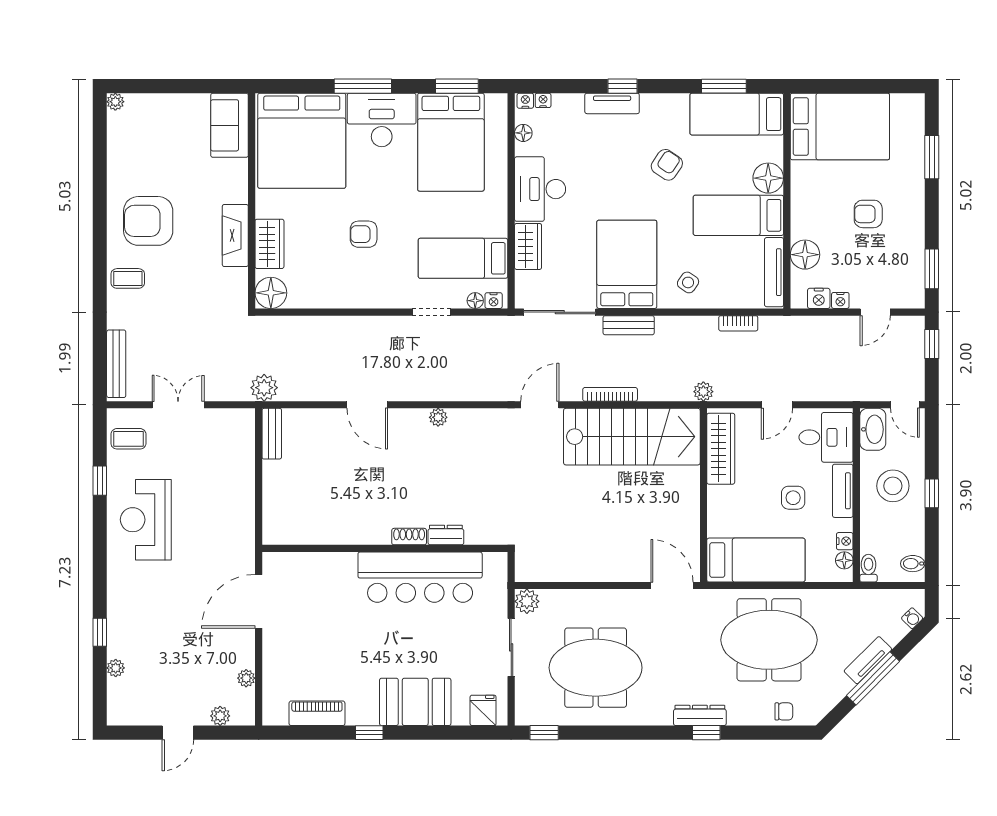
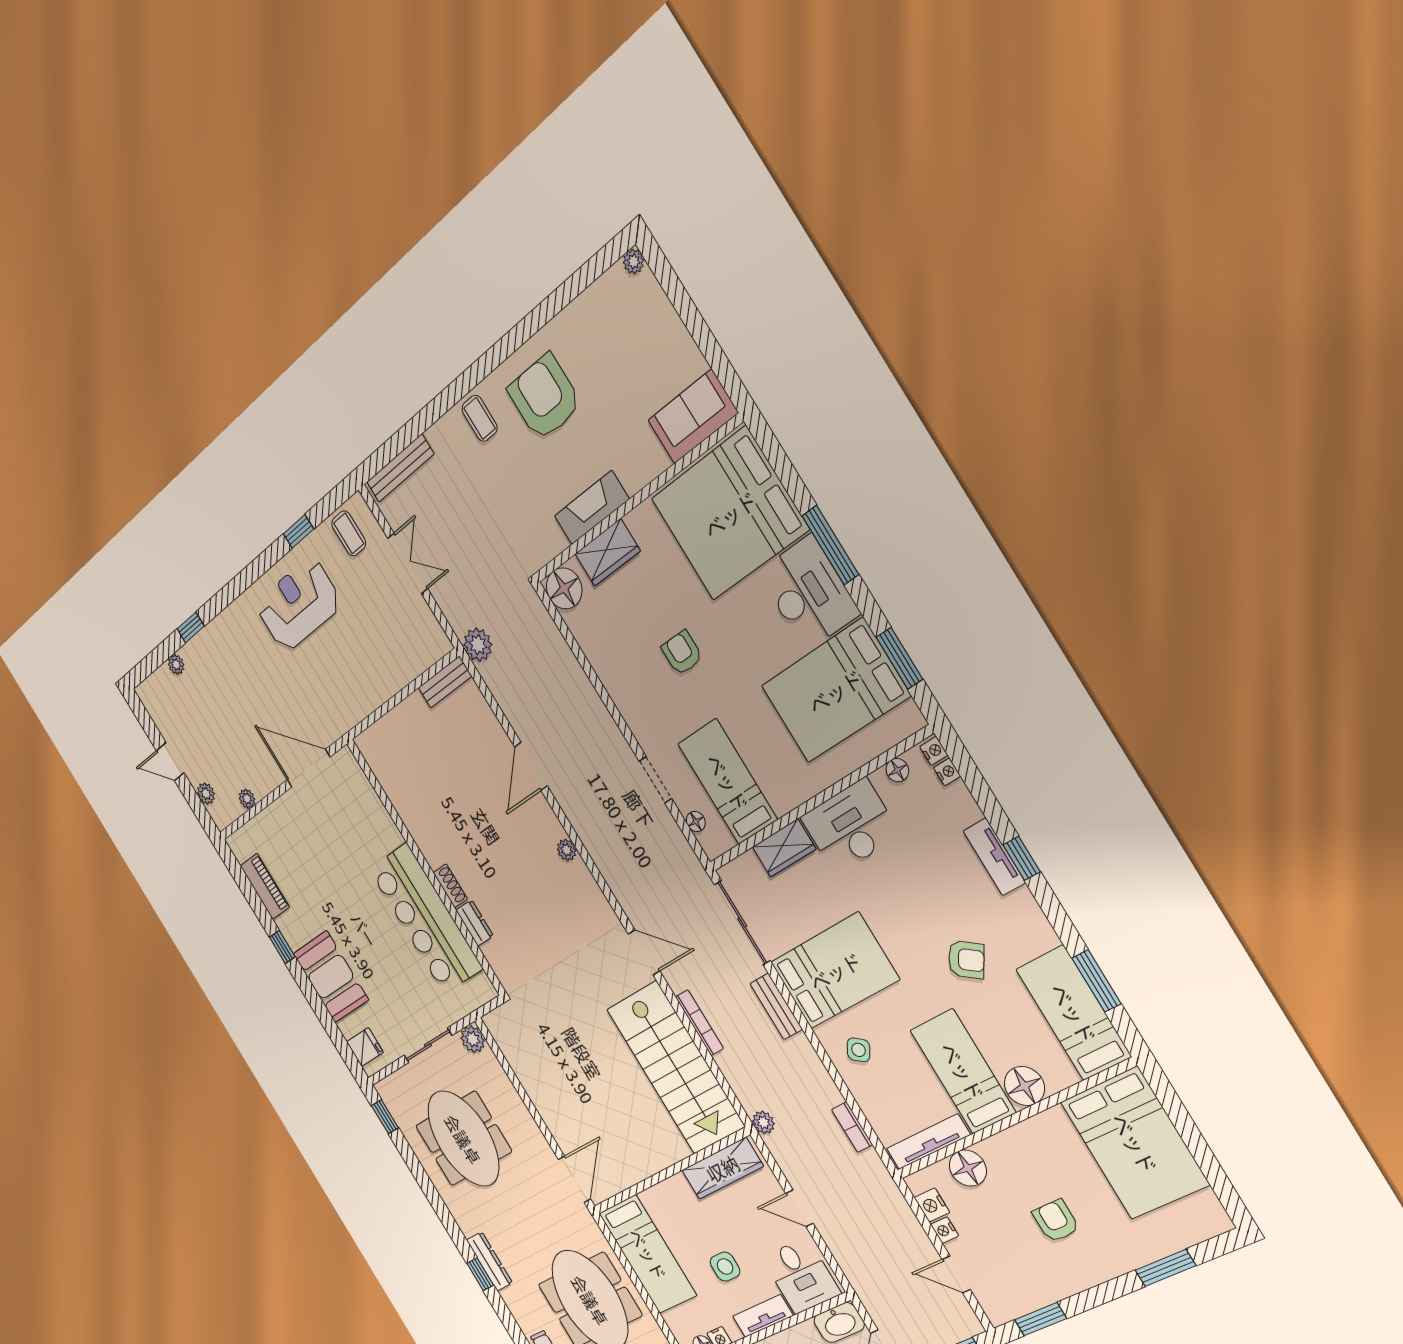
nightstand: (494, 301) -> (708, 842), removed

